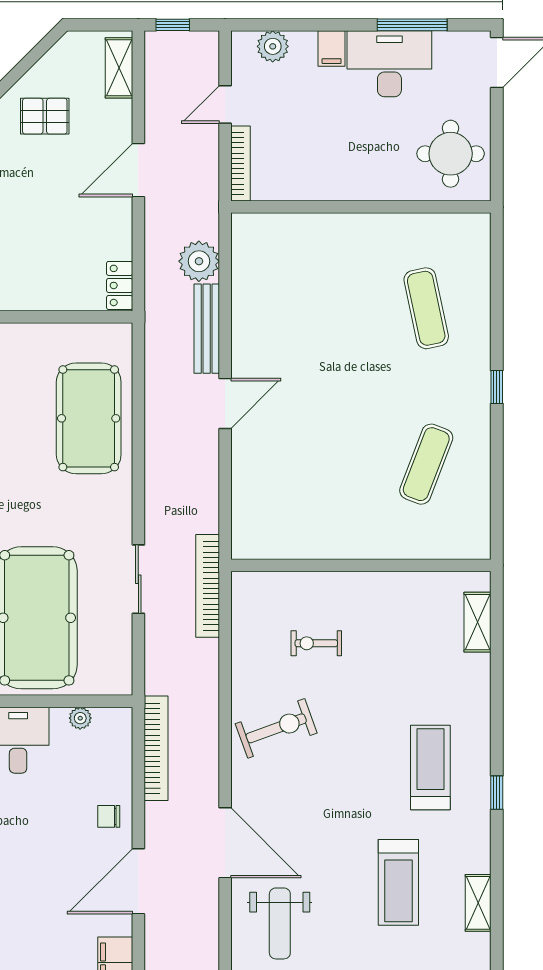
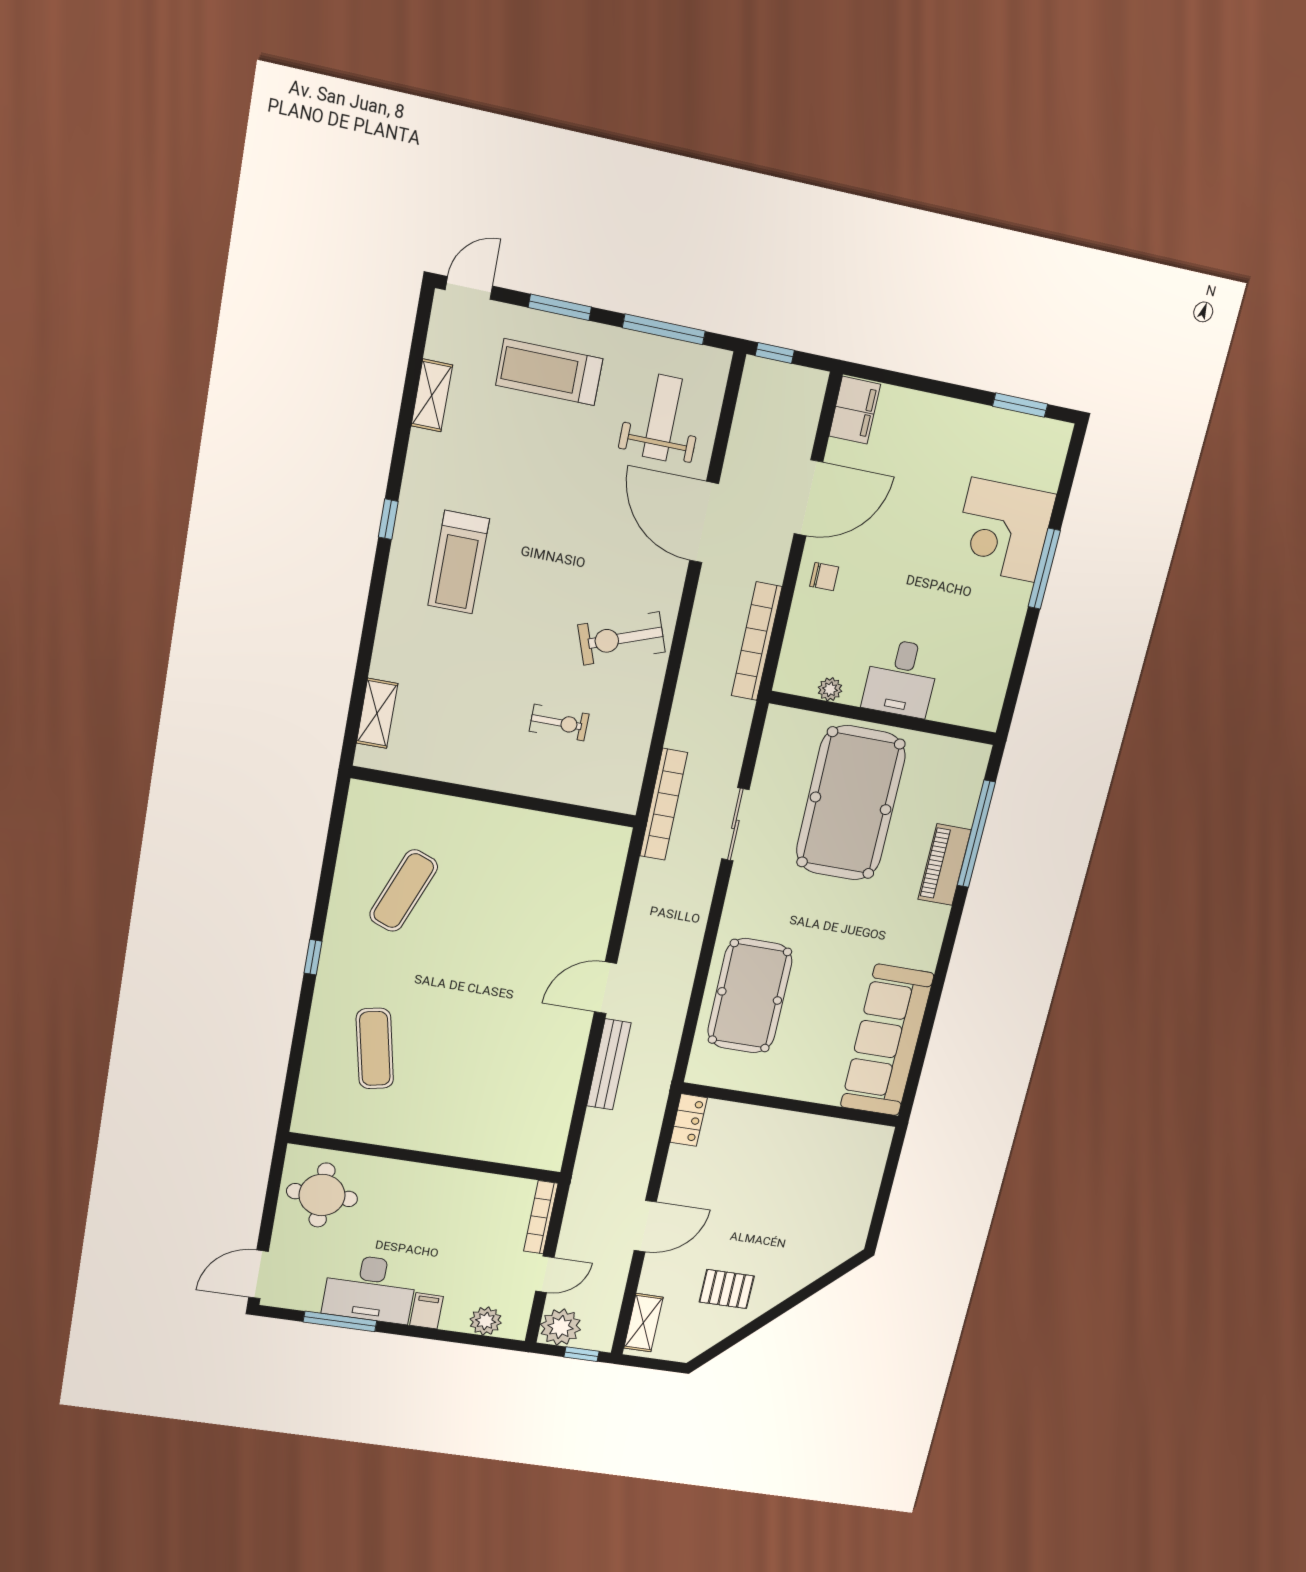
plant: (199, 261) -> (561, 1327), moved
treadmill: (398, 882) -> (549, 372), moved, turned -90

